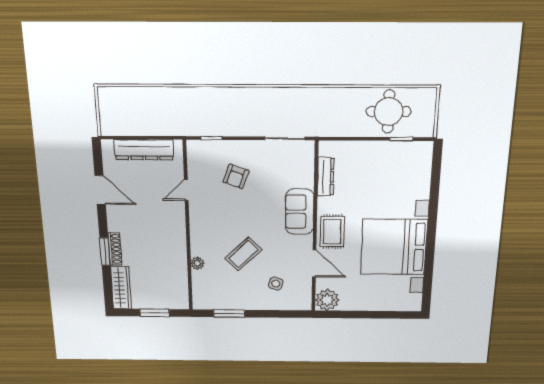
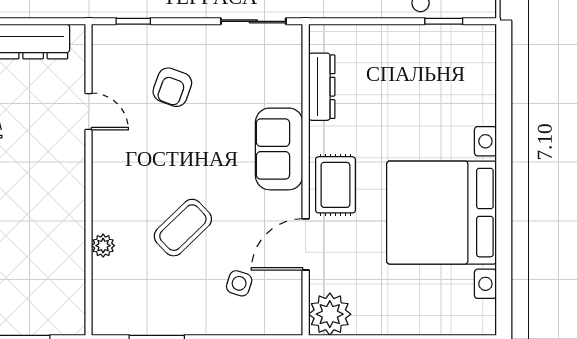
door: (186, 190) -> (89, 112), swing flipped
door: (314, 264) -> (306, 244), swing flipped

